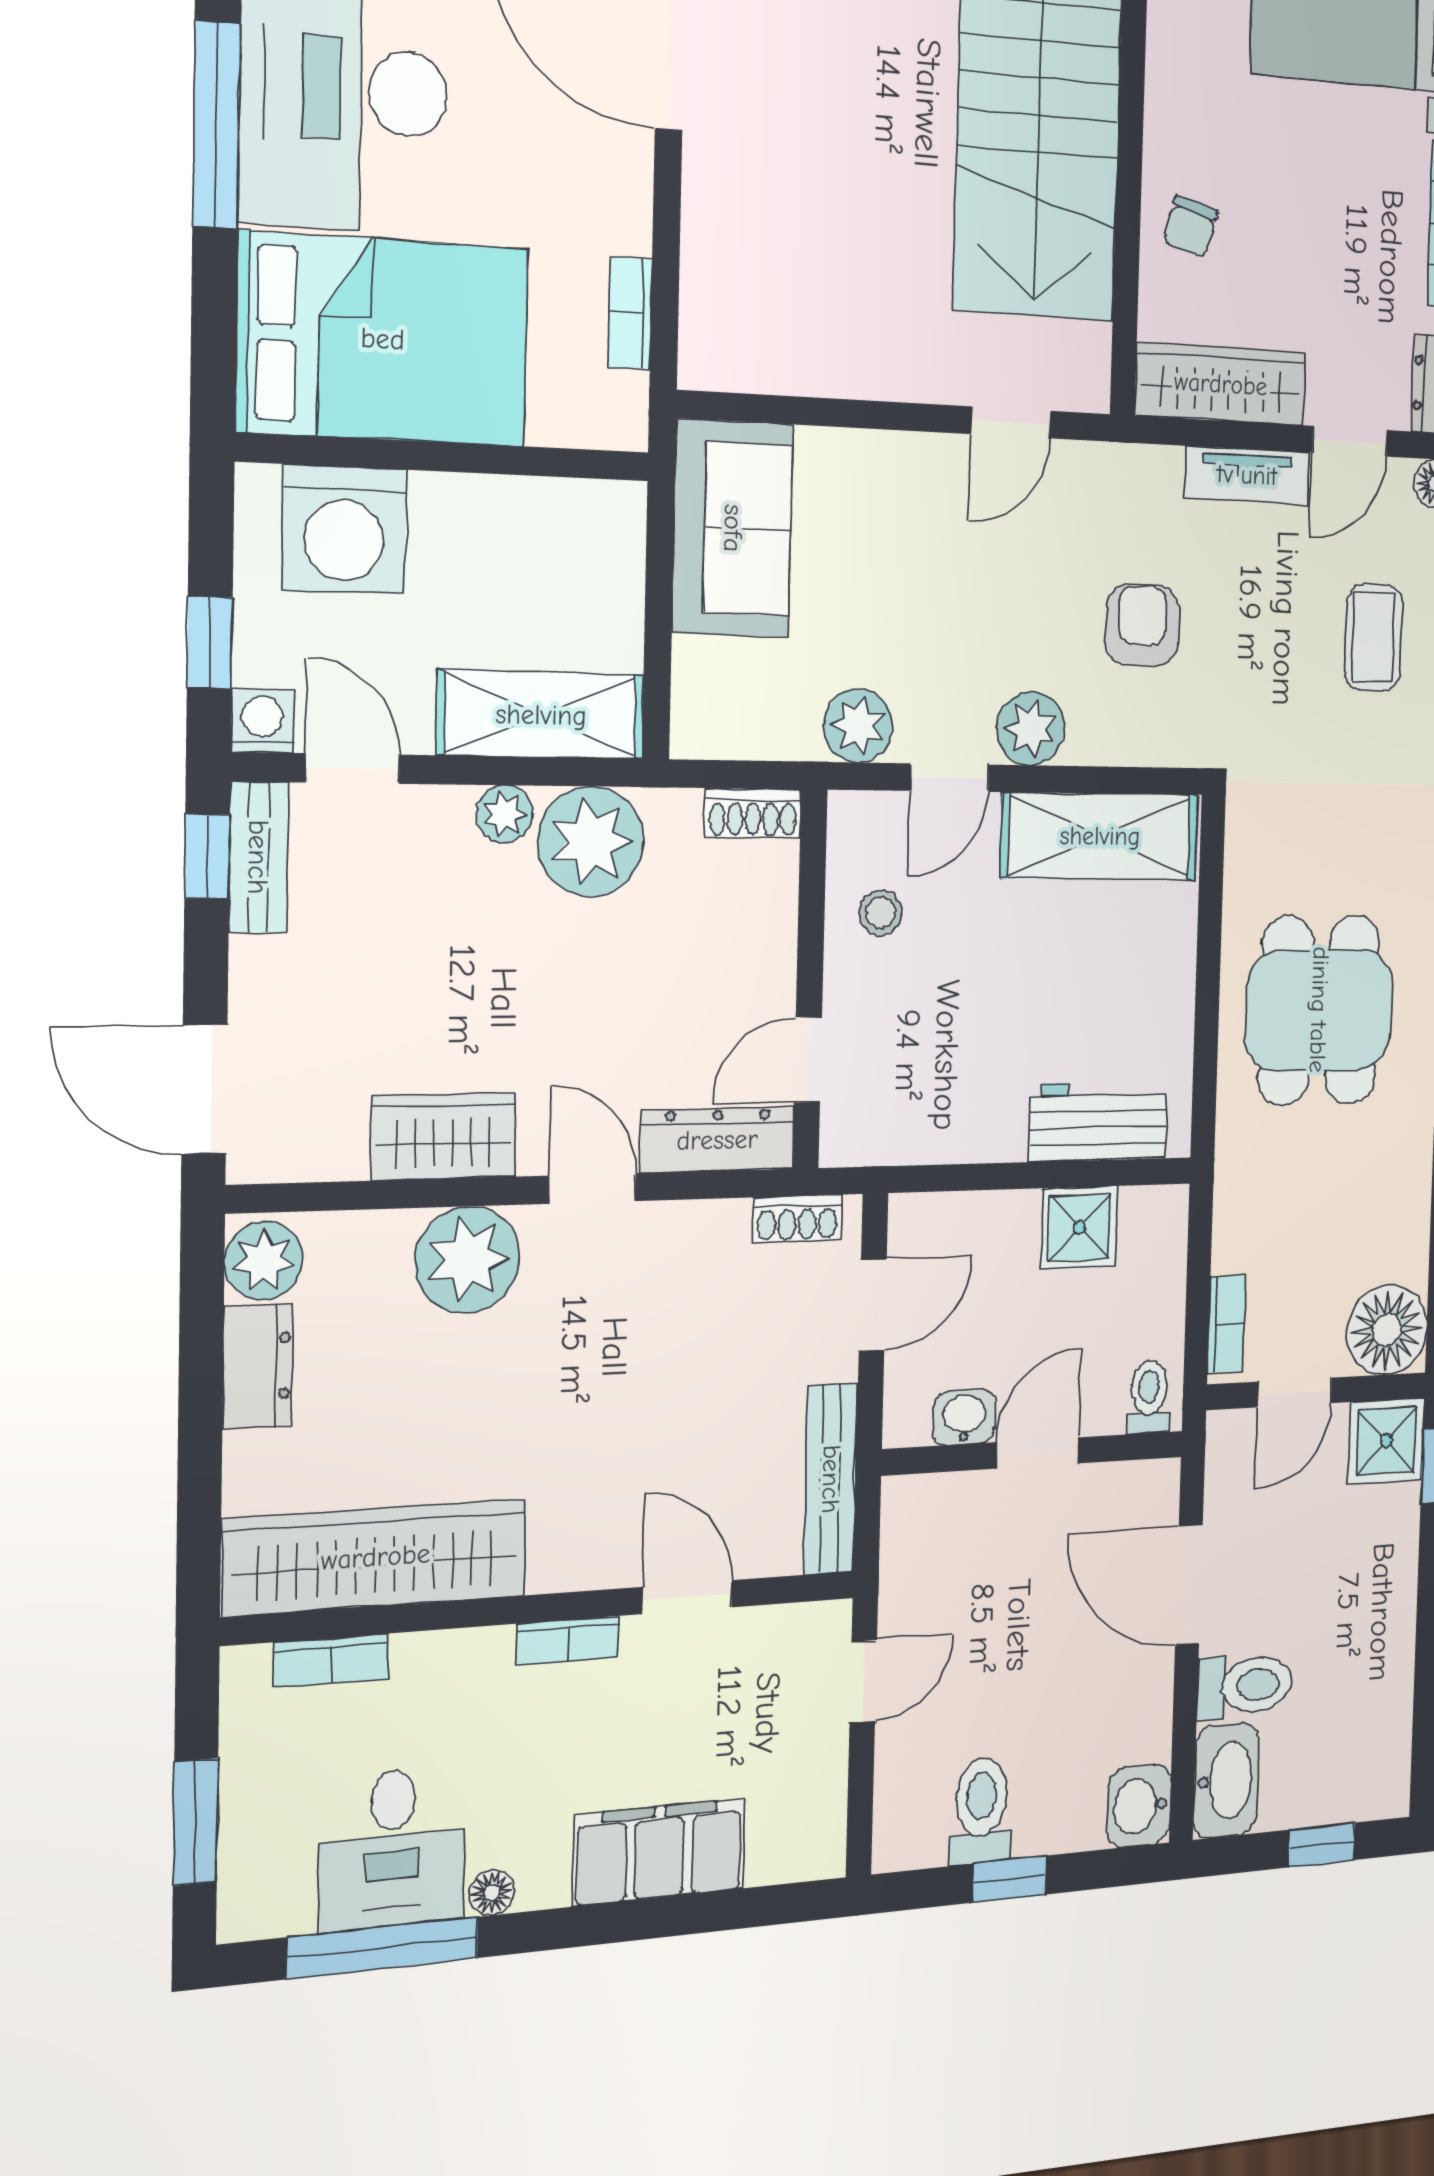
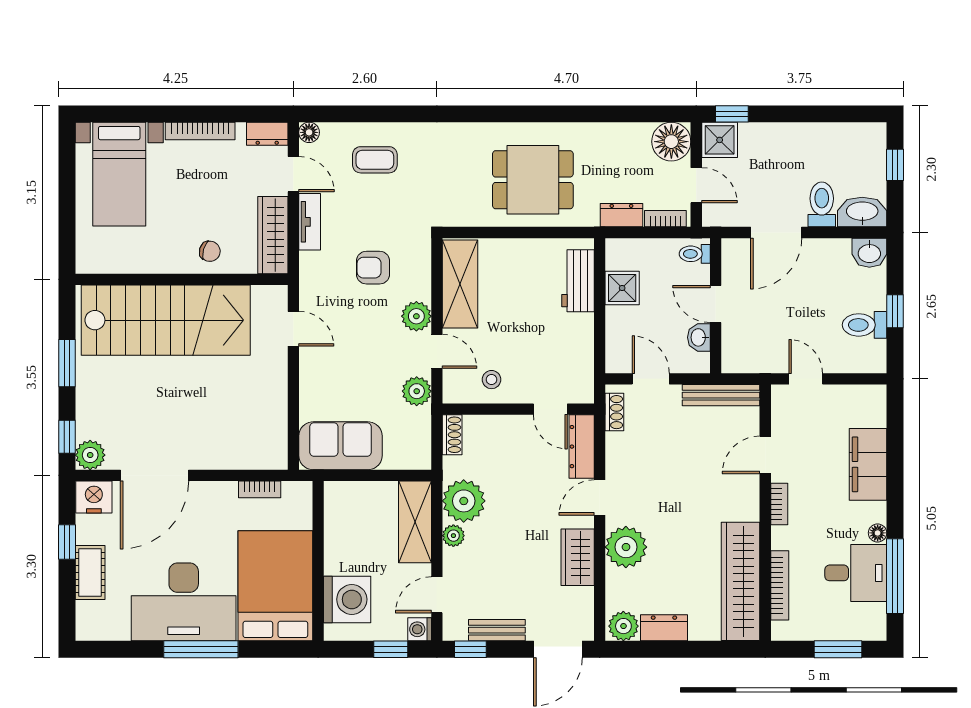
bench: (258, 857) -> (497, 630), moved
dresser: (1237, 1220) -> (621, 215), added
bookcase: (332, 1661) -> (780, 585), width x1.56

